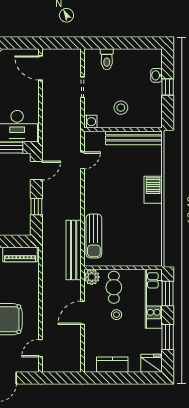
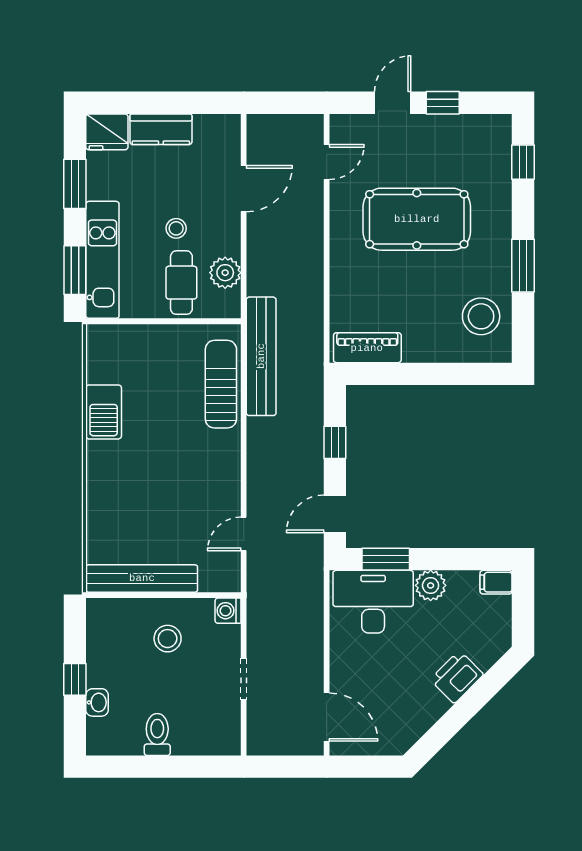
toilet: (107, 59) -> (157, 734), moved
barbecue: (153, 190) -> (104, 412), moved
plant: (92, 277) -> (225, 273), moved
door: (82, 313) -> (244, 189), moved
kitchen counter: (112, 365) -> (161, 129), moved

